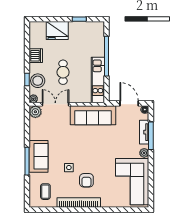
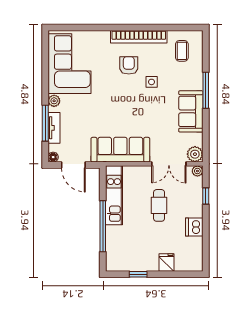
fridge: (57, 30) -> (167, 262), width x0.53, depth x0.75
stool: (38, 81) -> (192, 194), removed
sofa: (39, 156) -> (191, 111), moved

